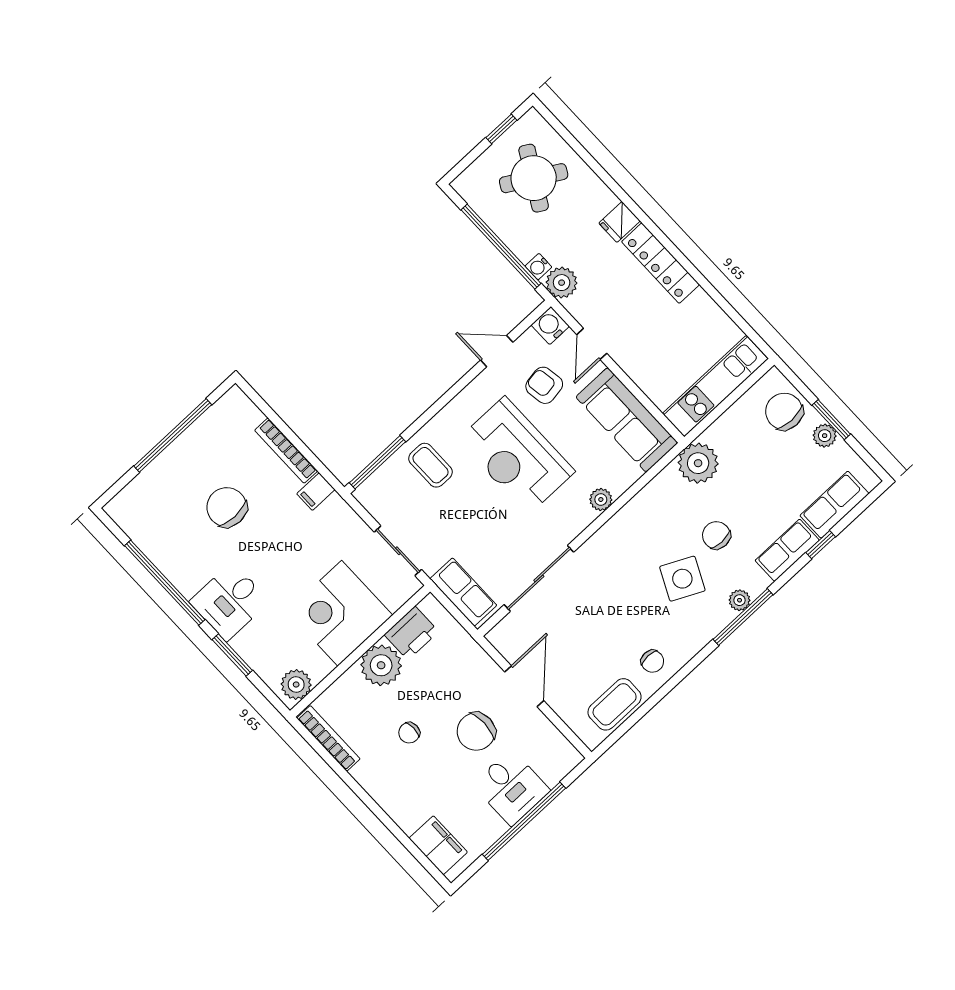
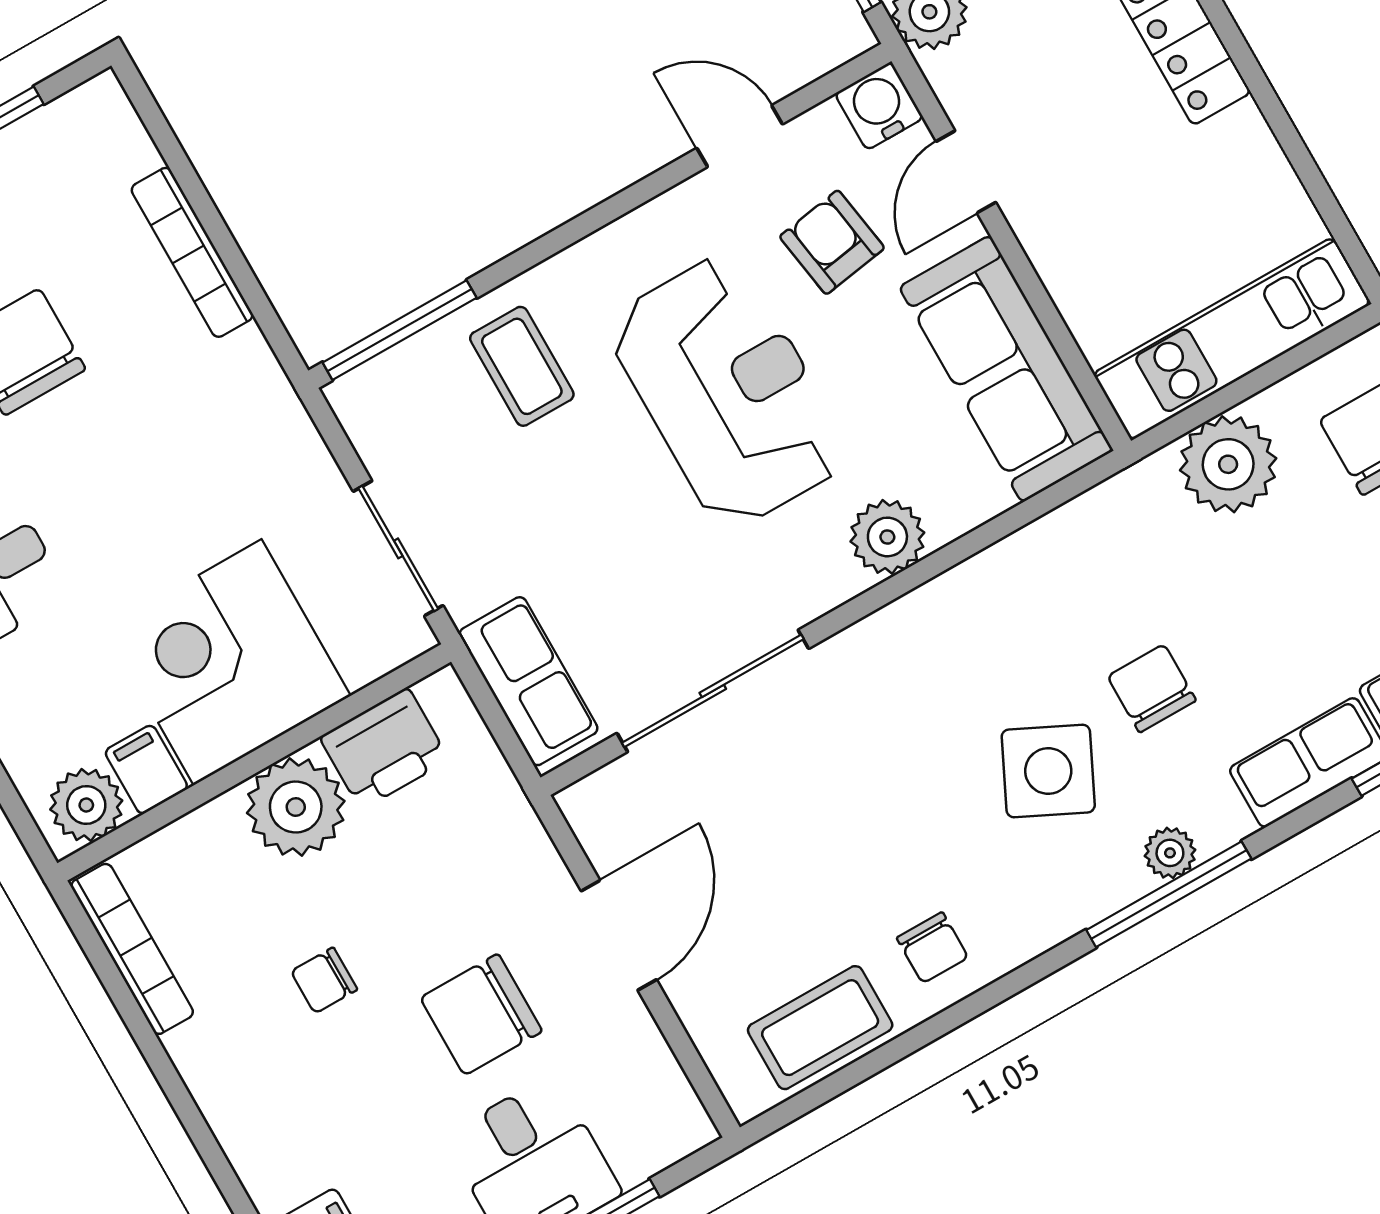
reception desk: (516, 456) -> (728, 391), turned 180
plant: (698, 463) -> (1228, 464), moved
filing cabinet: (316, 492) -> (146, 770), moved, turned 90
plant: (601, 500) -> (887, 537), width x1.38, depth x1.38

